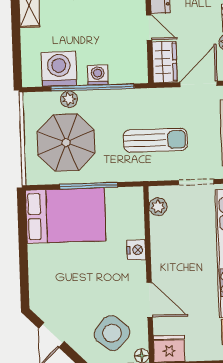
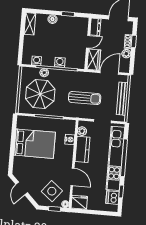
door: (149, 27) -> (88, 42), hinge flipped
washing machine: (59, 69) -> (37, 61), width x0.53, depth x0.53
bed: (66, 216) -> (35, 144), moved
kitchen counter: (163, 243) -> (82, 149), added
nightstand: (136, 250) -> (70, 139), moved

